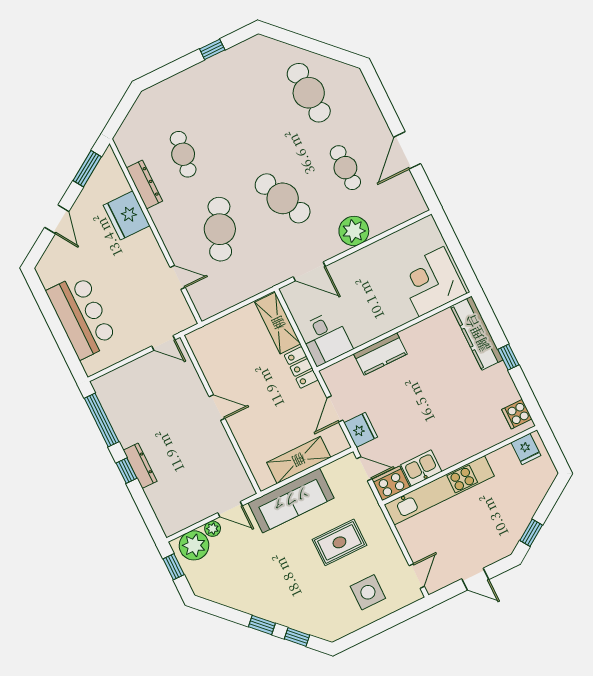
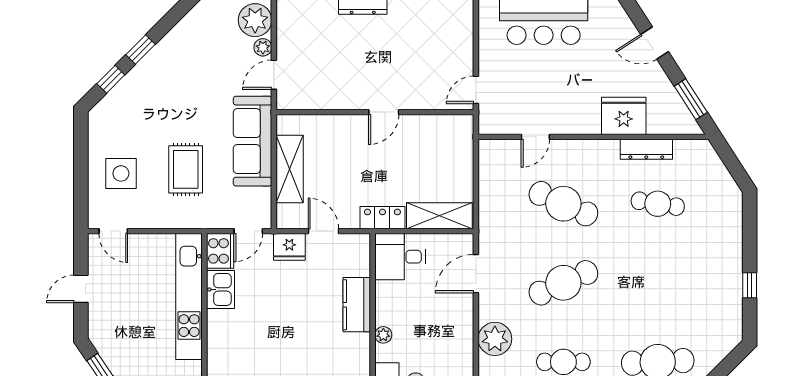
plant: (394, 321) -> (383, 335), added

